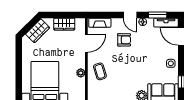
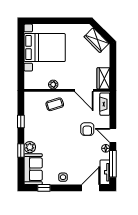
door: (130, 15) -> (113, 135), hinge flipped
window: (158, 15) -> (113, 164), width x1.44
wardrobe: (64, 24) -> (103, 78), moved

